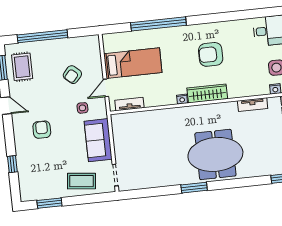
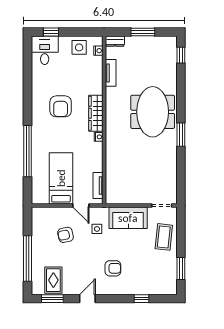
rug: (22, 67) -> (53, 280), turned 90
armchair: (72, 75) -> (66, 235), turned 126
armchair: (42, 130) -> (113, 268), turned 180

